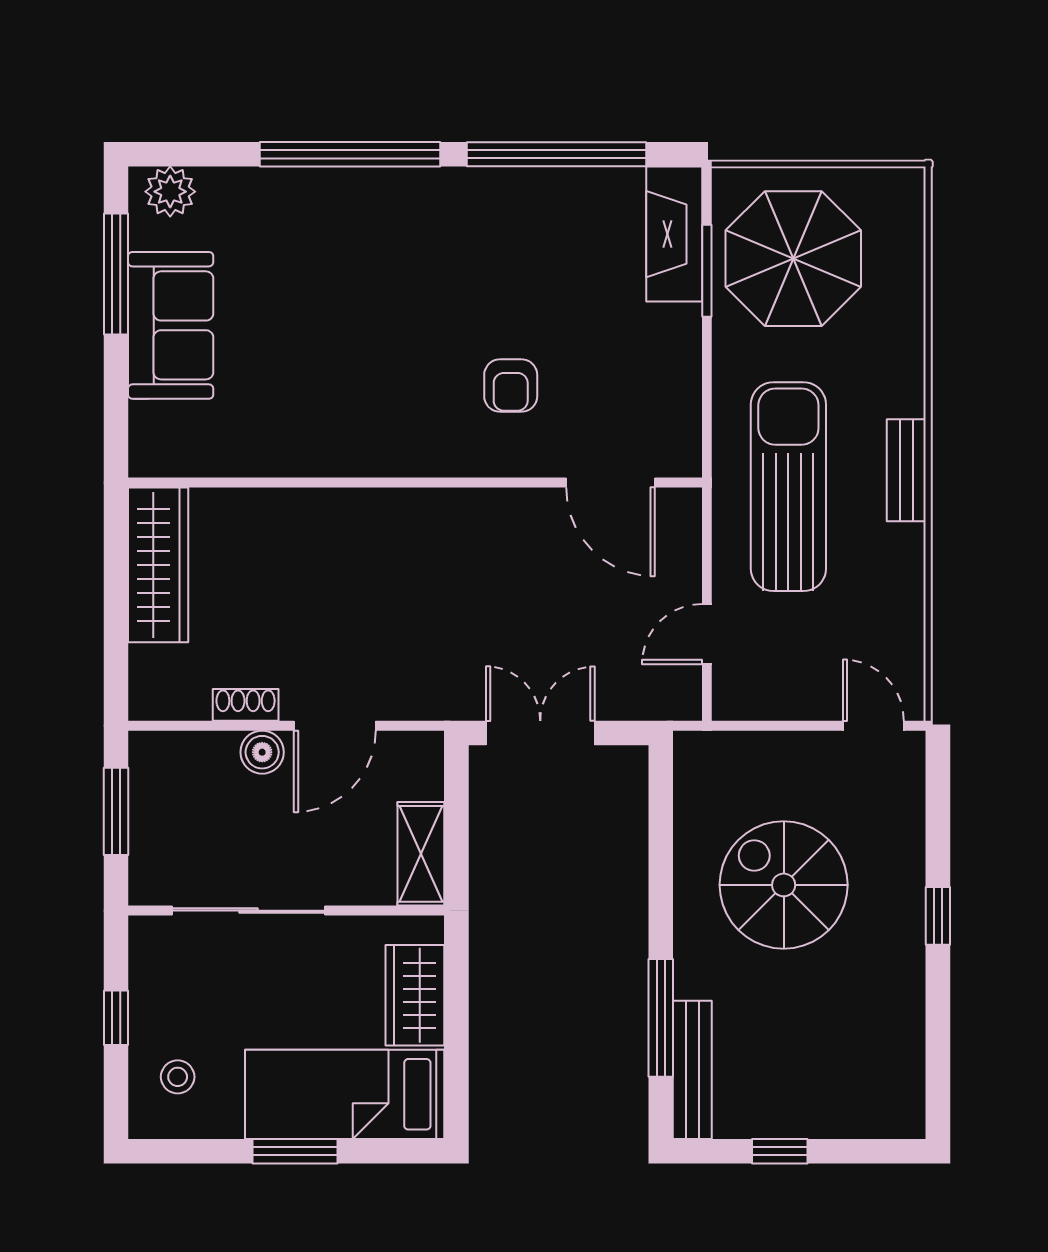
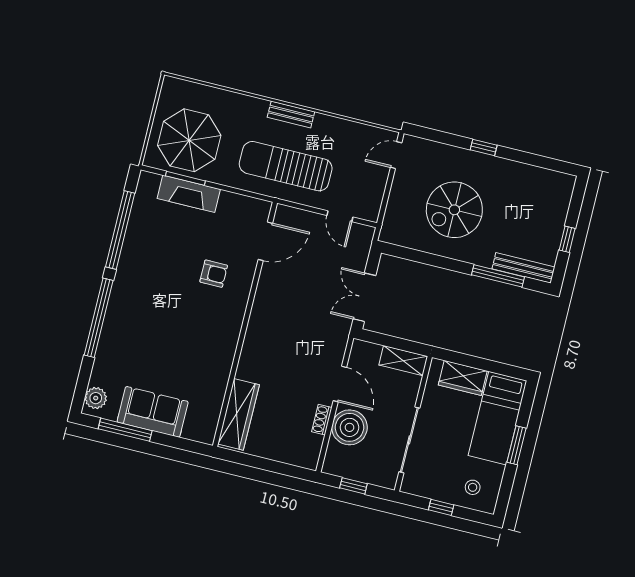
fireplace: (674, 234) -> (189, 194), moved
wardrobe: (158, 565) -> (239, 414), moved, turned 90
boiler: (262, 752) -> (350, 427), width x1.86, depth x1.86
window: (116, 811) -> (353, 486), width x0.67

